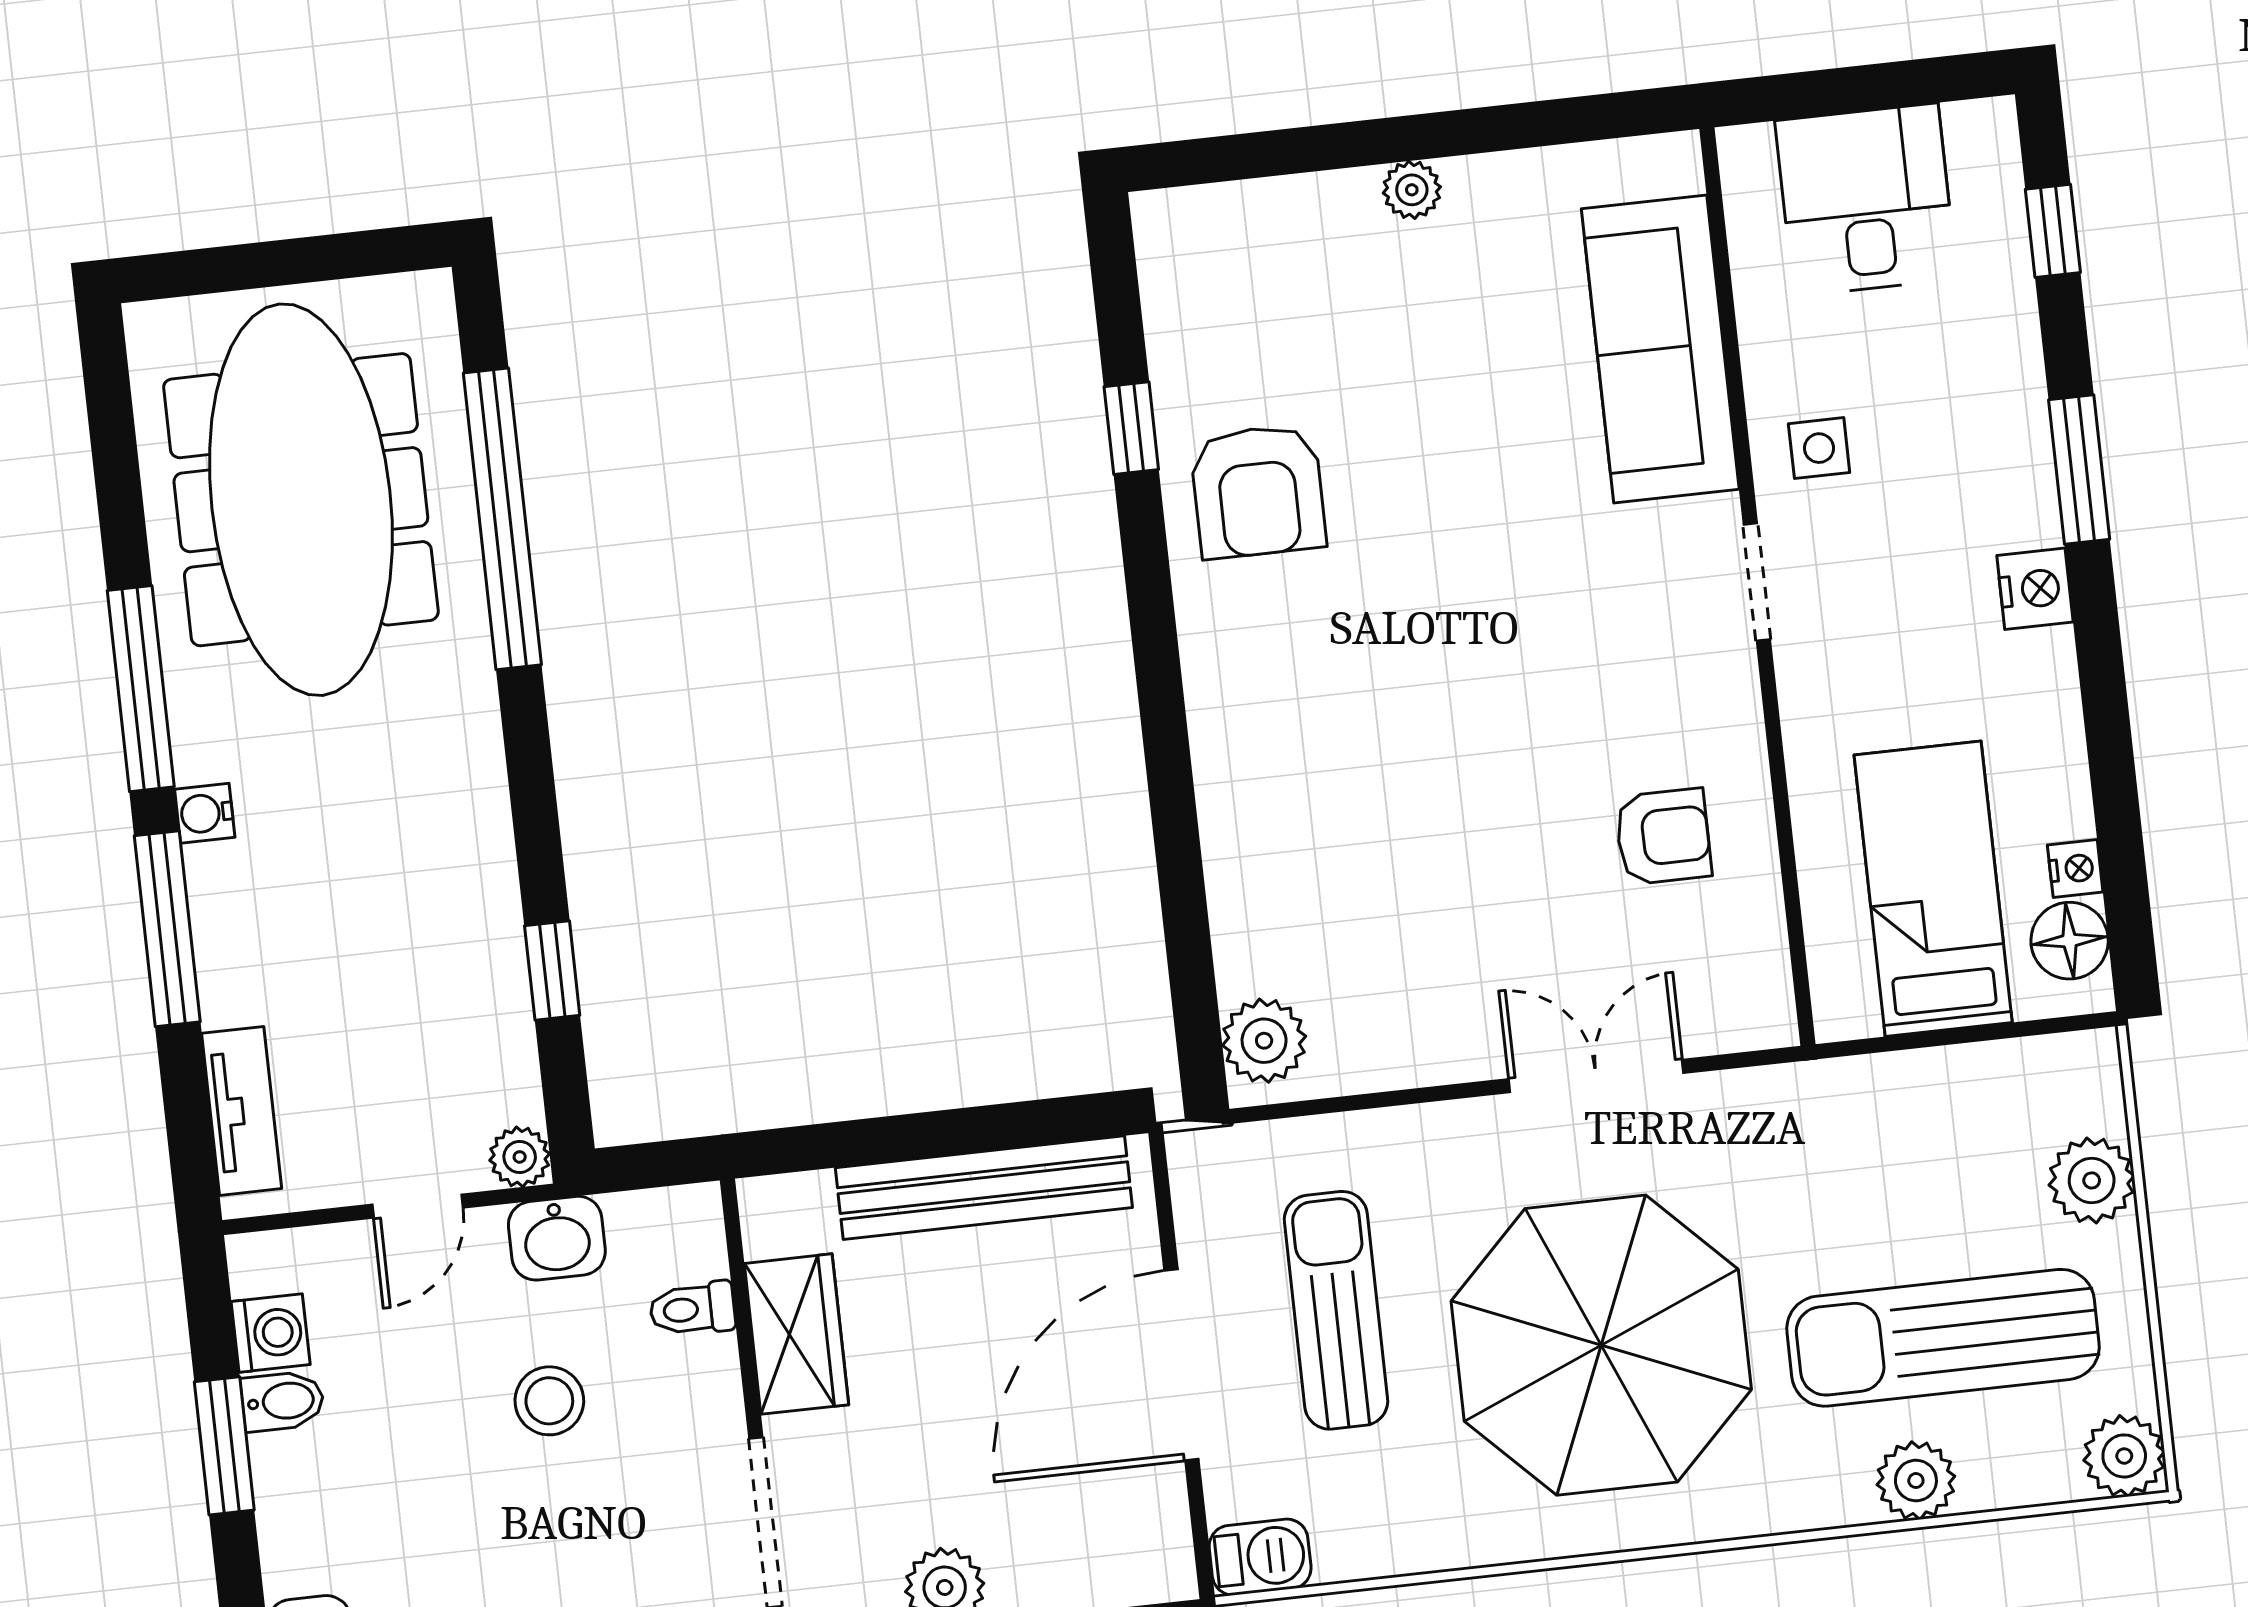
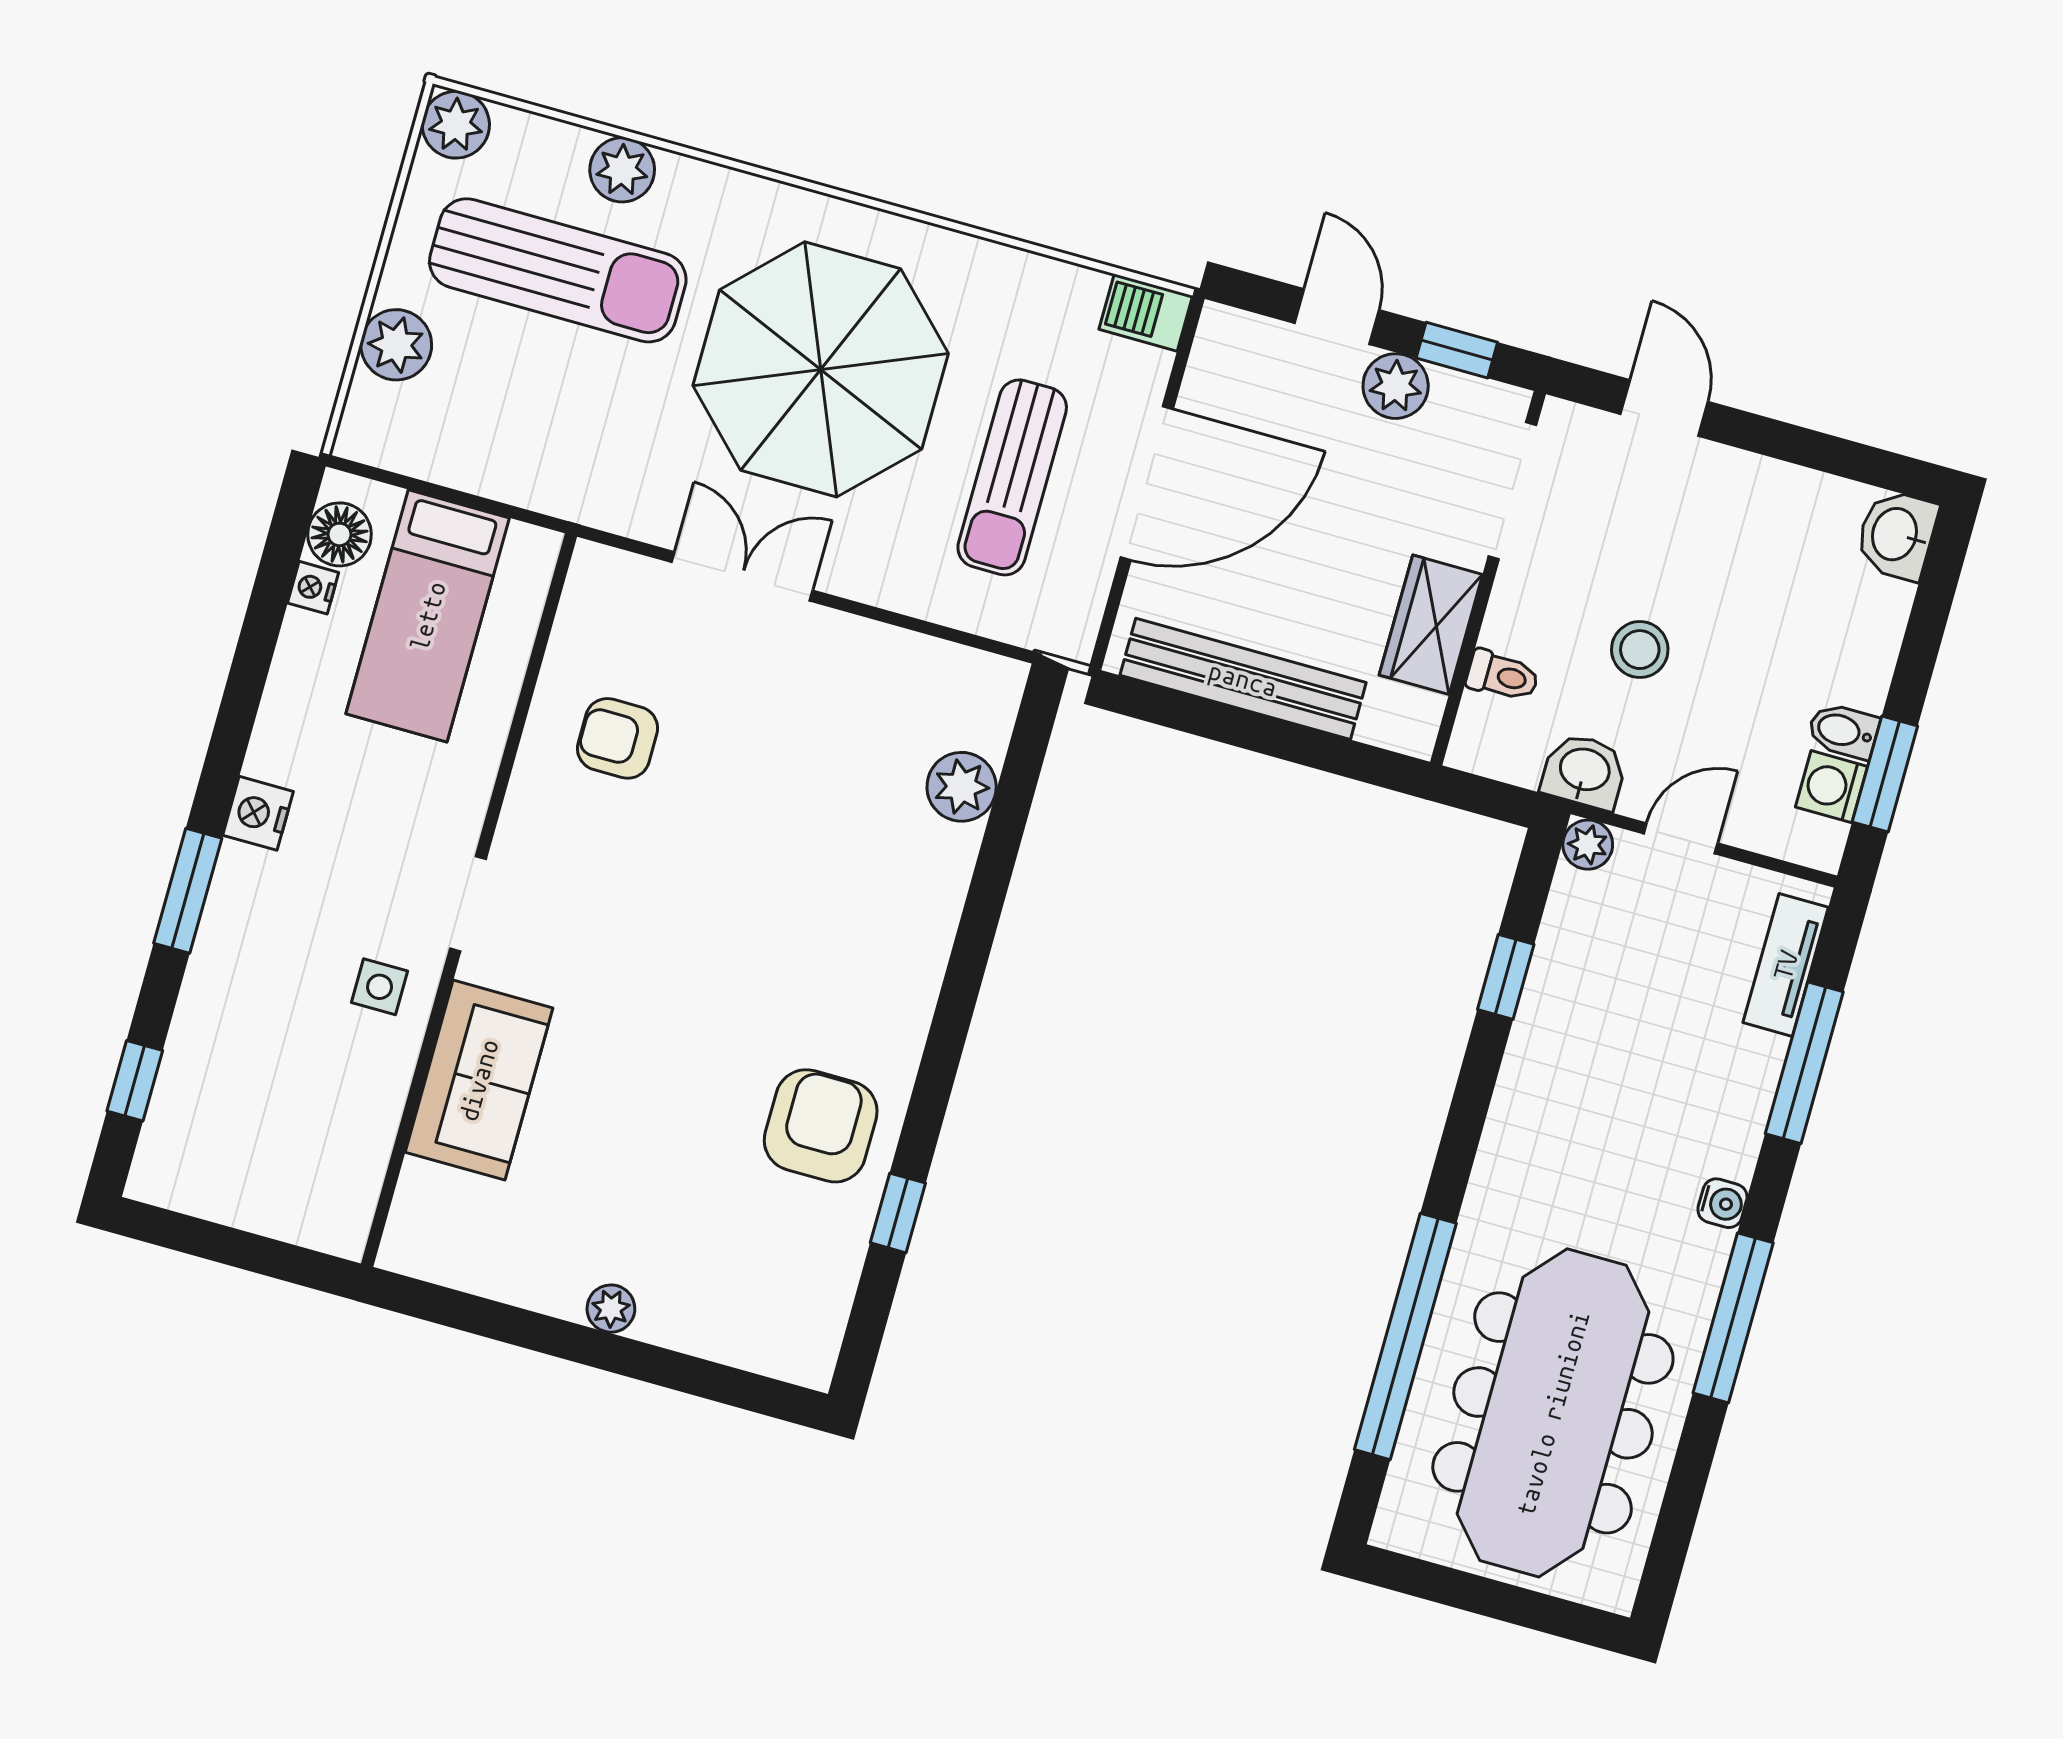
desk: (1866, 200) -> (268, 1162), removed
sofa: (1660, 349) -> (479, 1080), width x0.73
window: (167, 929) -> (1804, 1063), moved
plant: (1264, 1041) -> (962, 787), moved
double door: (1596, 1076) -> (742, 576), swing flipped
window: (224, 1446) -> (1885, 774), moved

